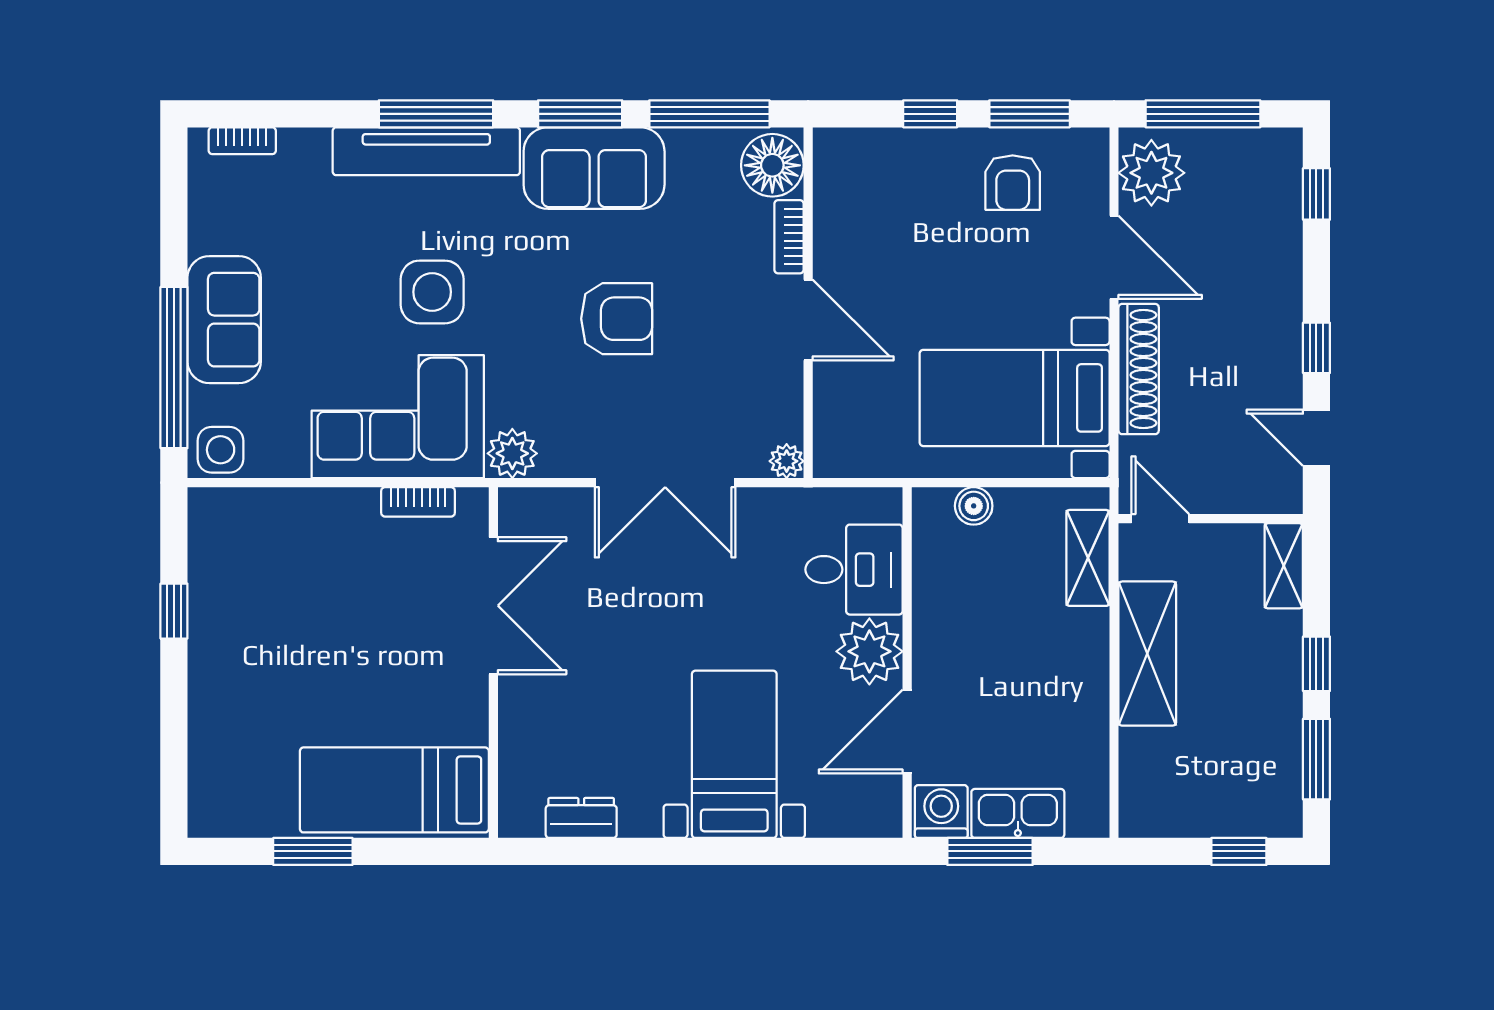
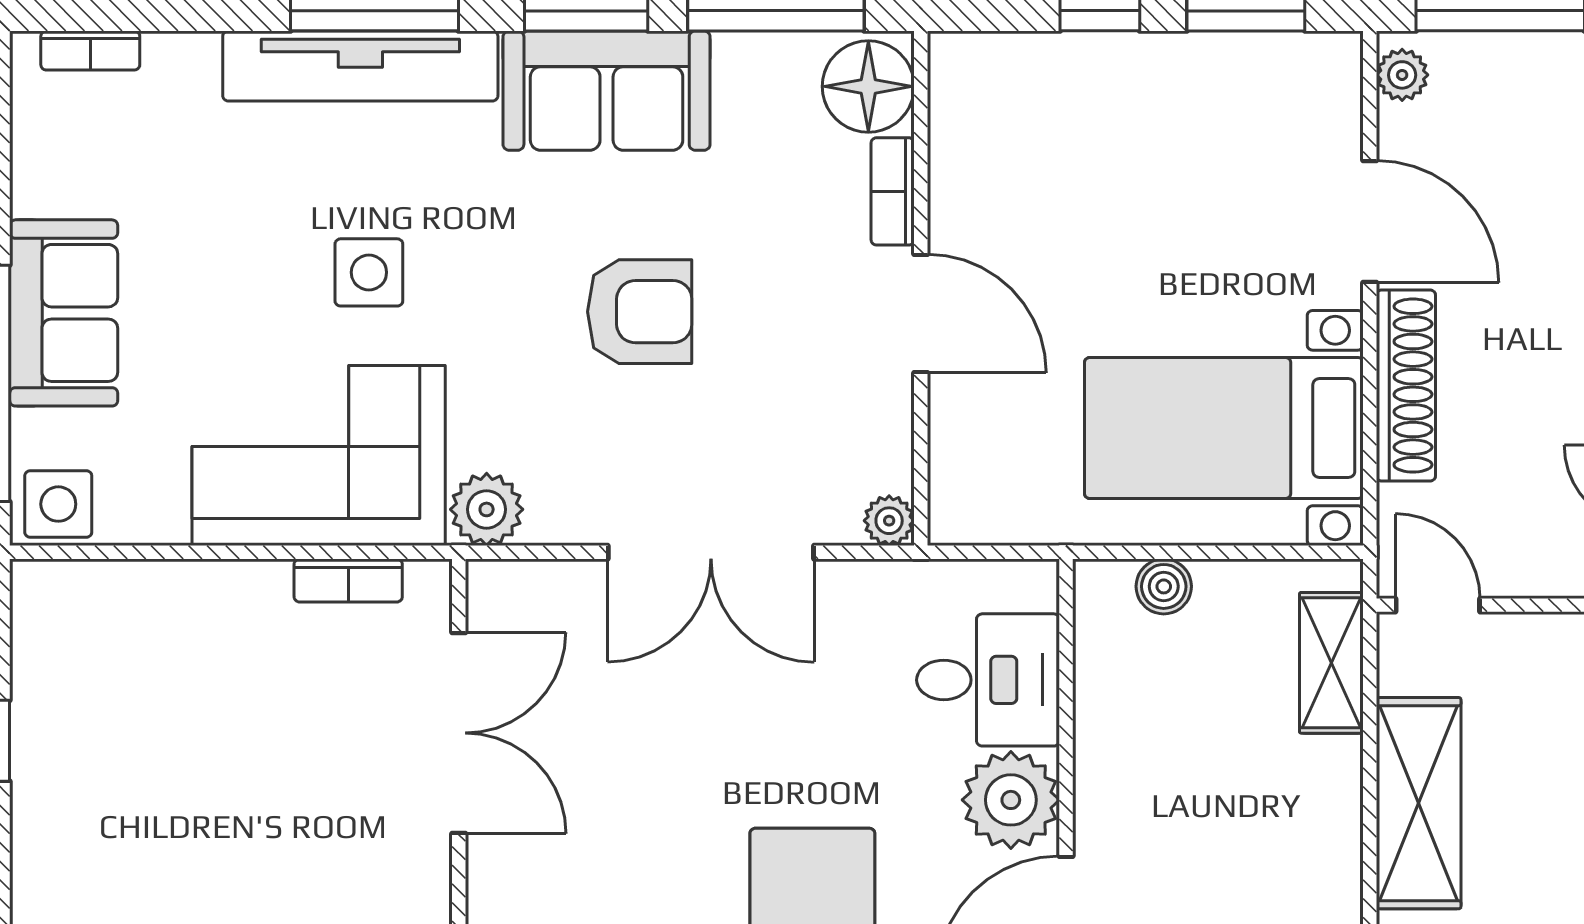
plant: (1151, 173) -> (1402, 75), width x0.53, depth x0.53
armchair: (1013, 183) -> (1221, 112), removed
side table: (432, 292) -> (369, 272), width x0.73, depth x0.73

